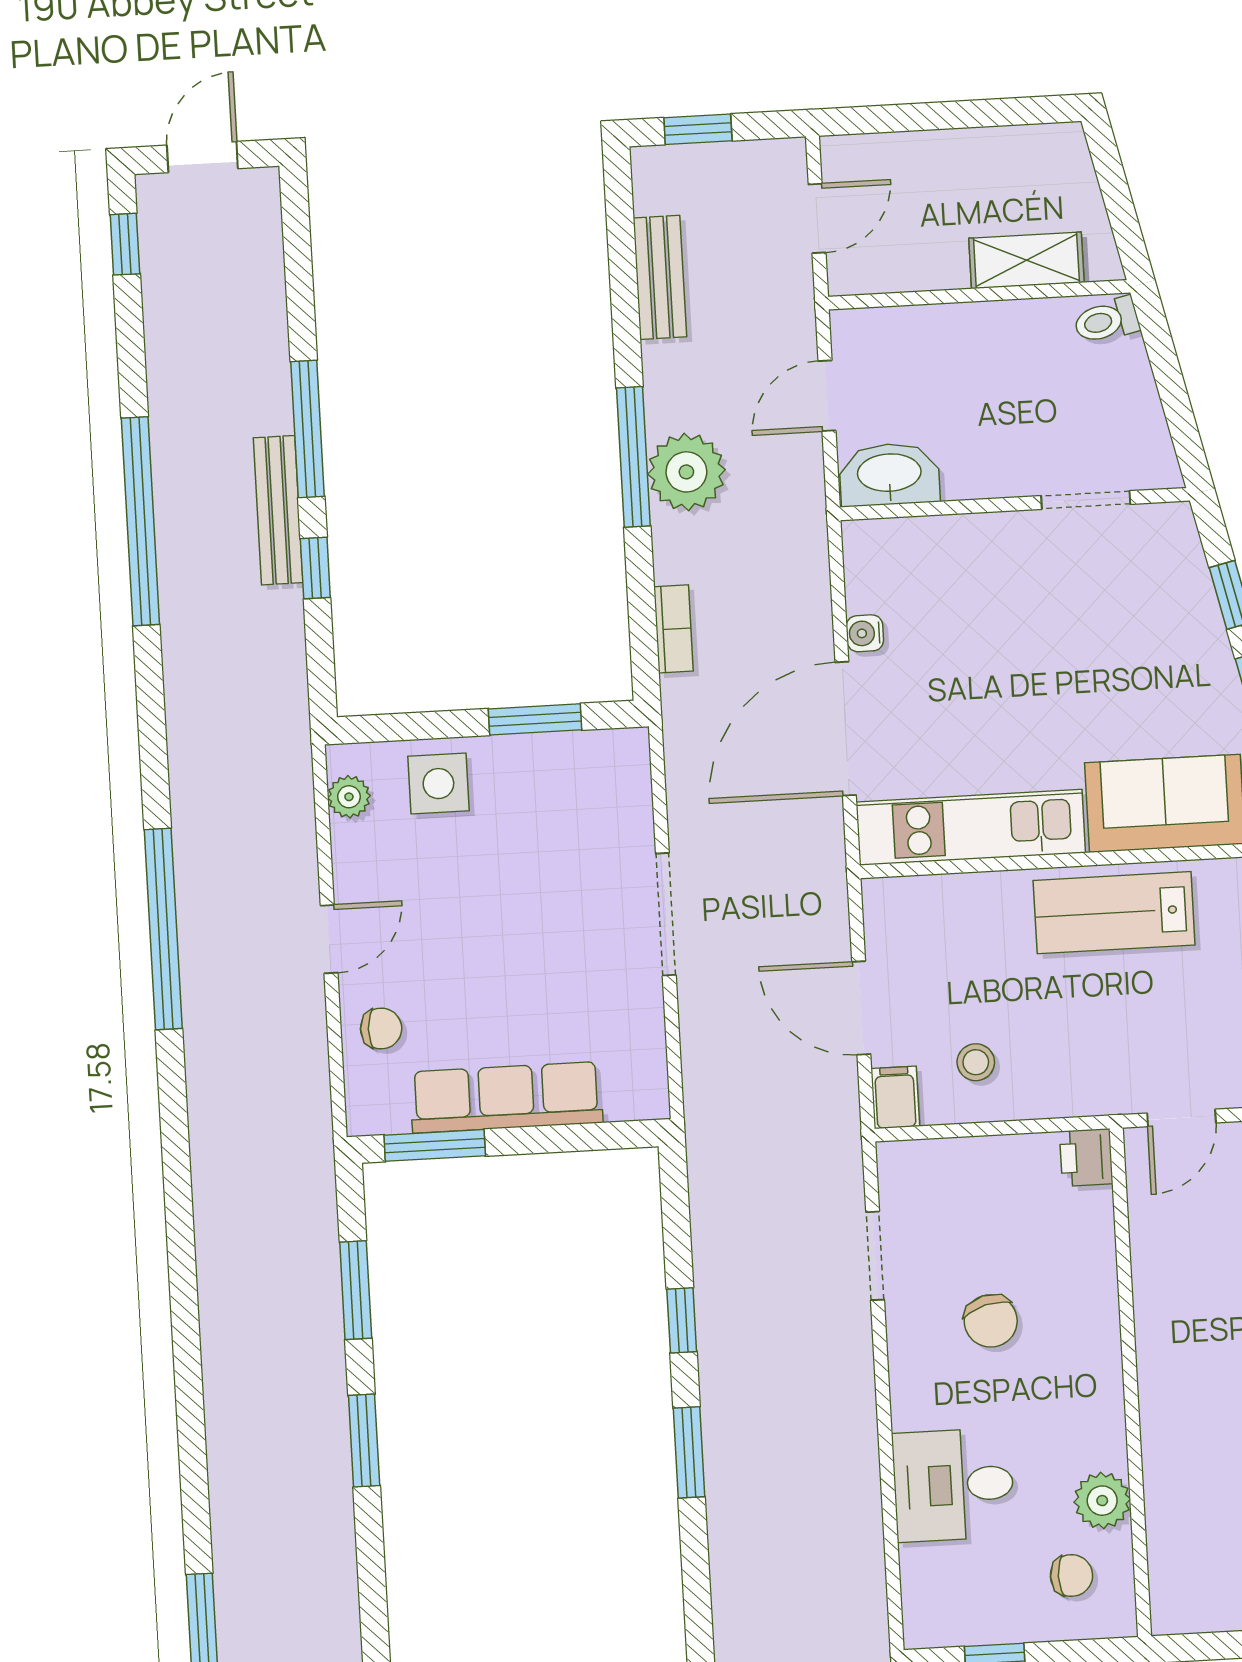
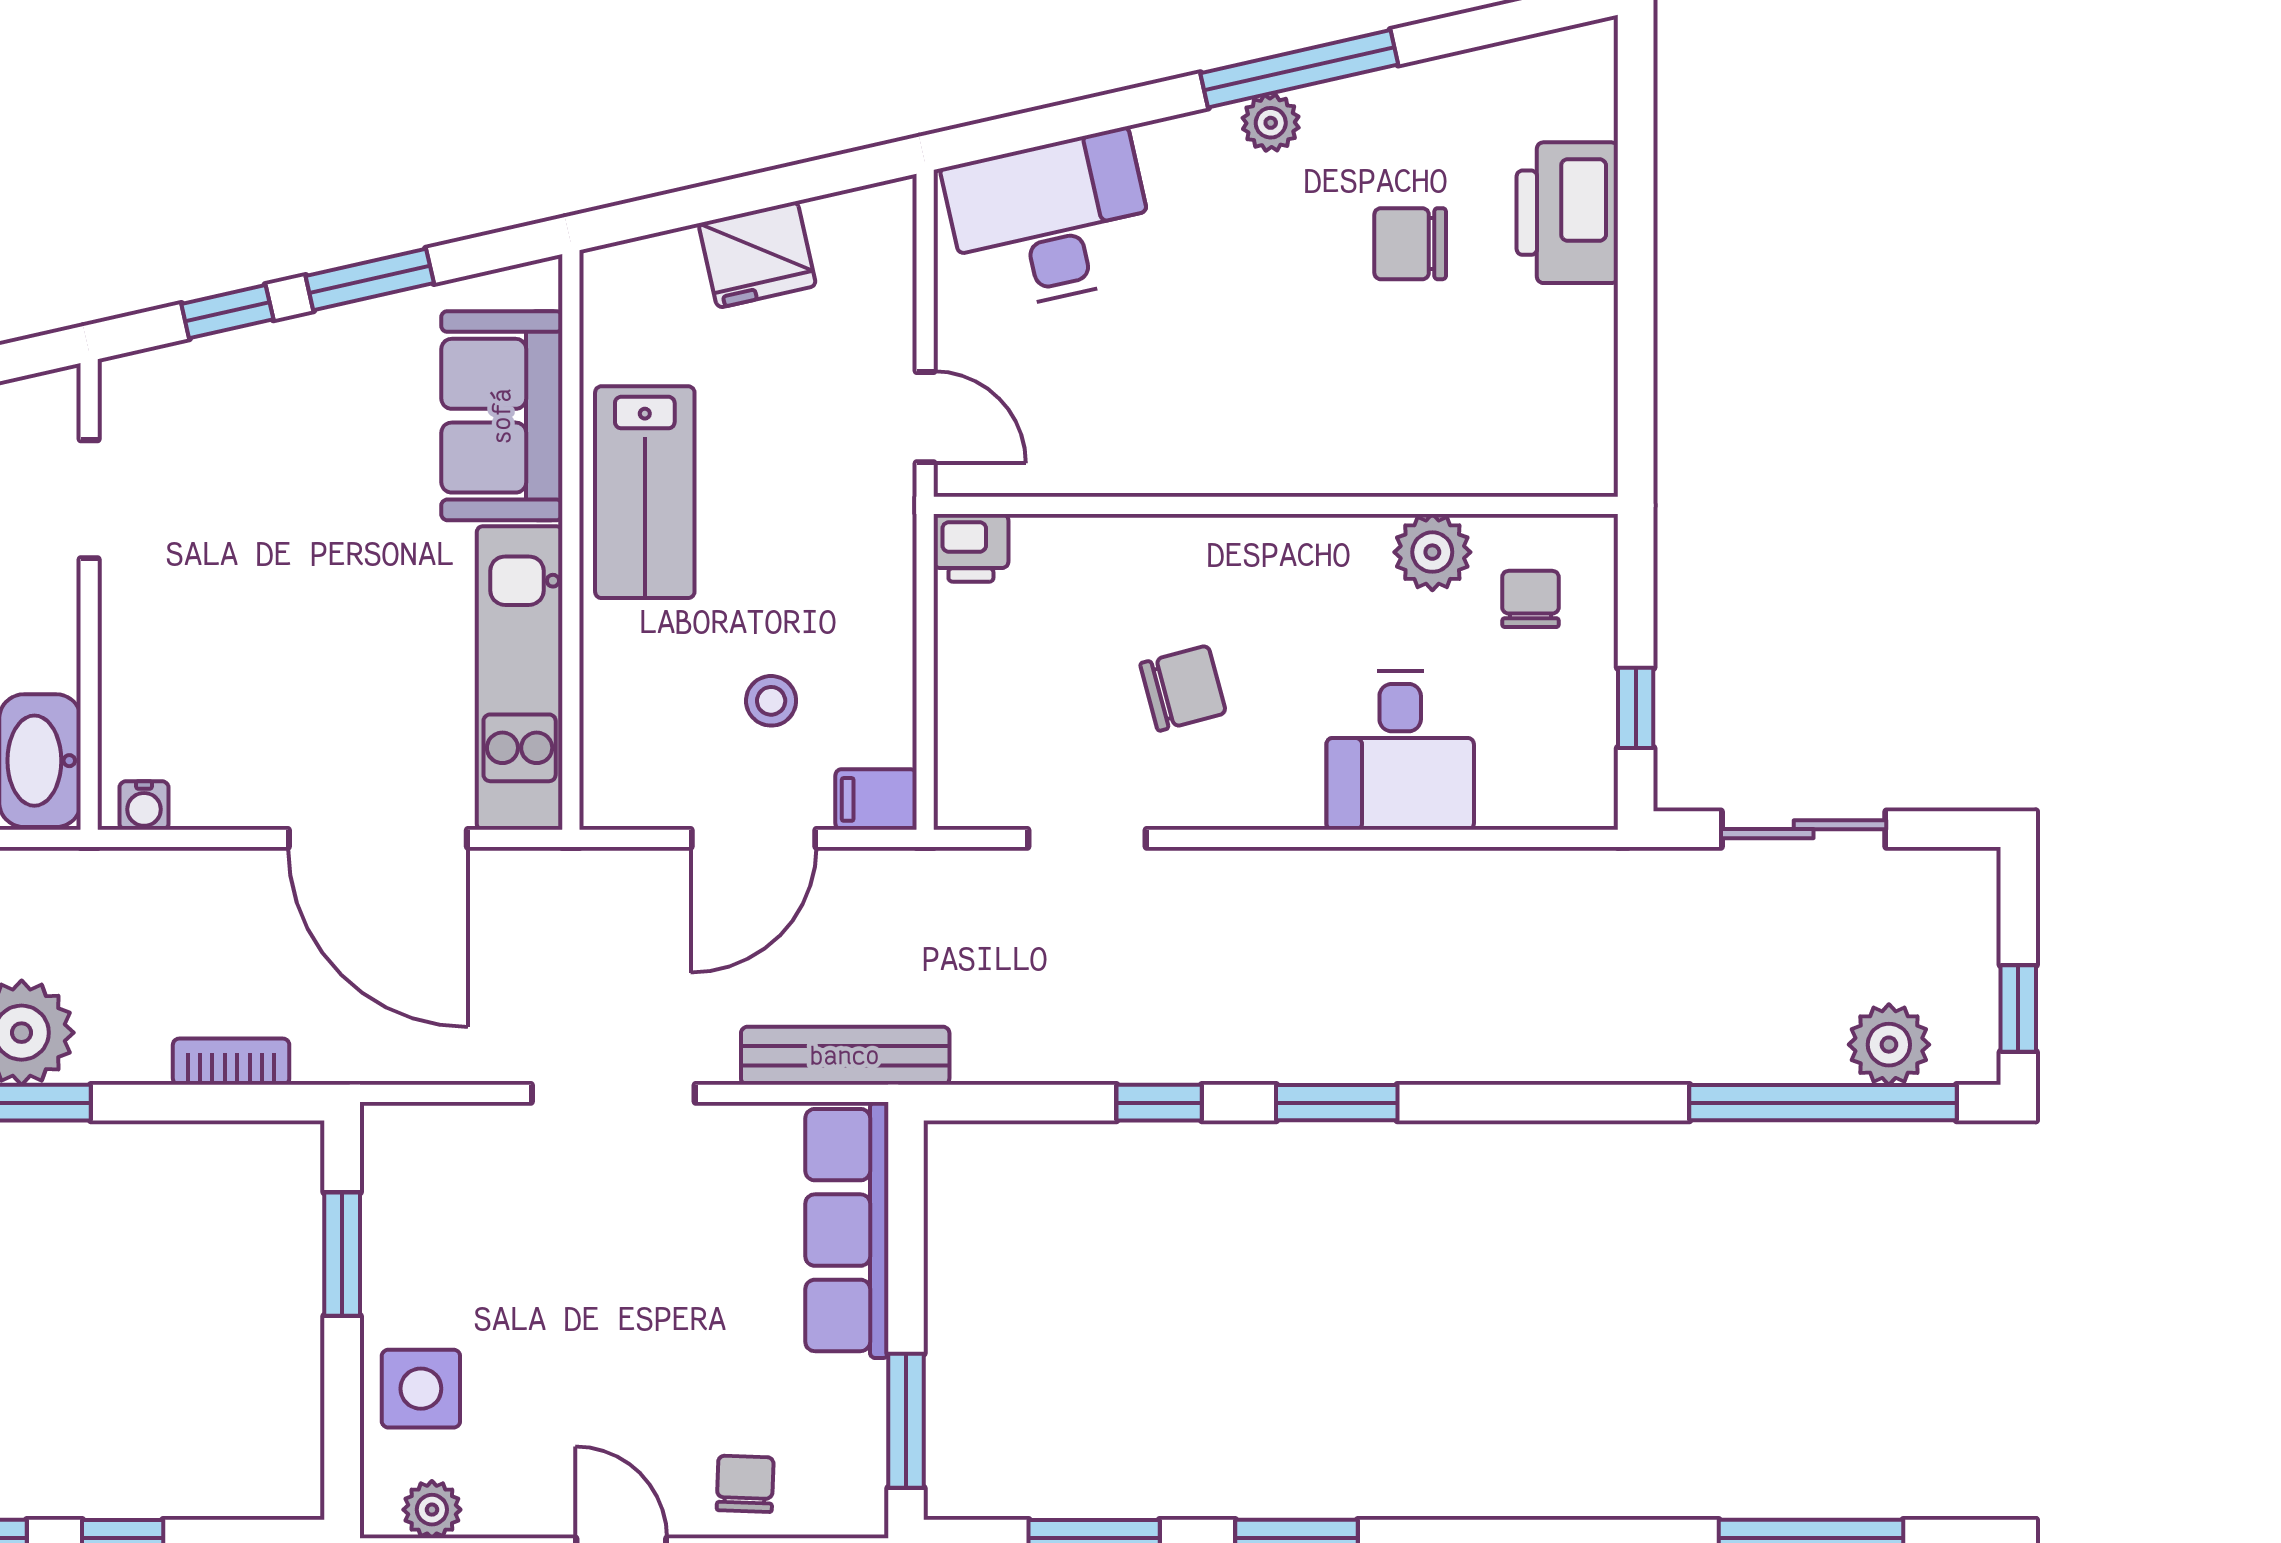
water cooler: (865, 633) -> (144, 805), moved
stool: (976, 1062) -> (771, 701), moved
bench: (703, 1085) -> (845, 1056), added
row of seats: (506, 1097) -> (847, 1230), moved

